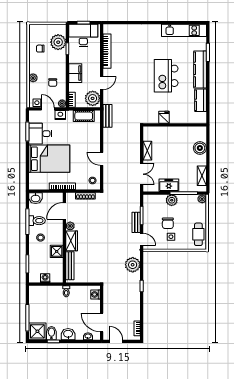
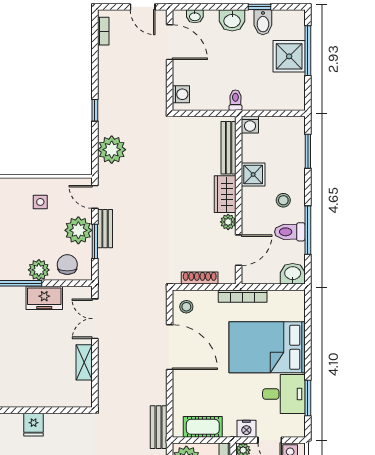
fridge: (164, 117) -> (34, 425), moved
door: (102, 159) -> (170, 347), width x1.88
plant: (151, 221) -> (78, 230), added
chair: (168, 223) -> (67, 265), moved
washing machine: (45, 278) -> (250, 125), moved
shower: (37, 331) -> (289, 56), moved

